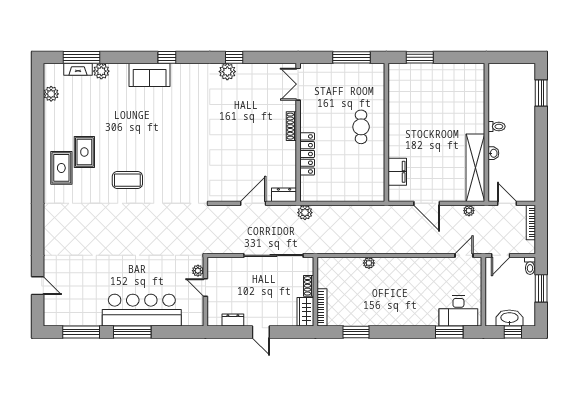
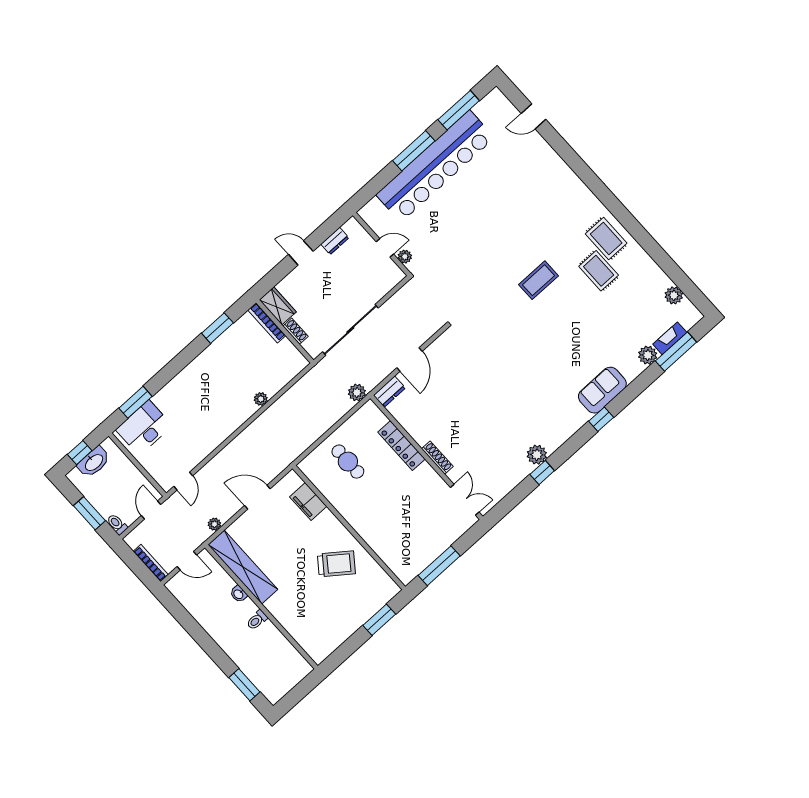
trolley: (415, 117) -> (336, 564), added
cafe table: (361, 127) -> (348, 462), moved
bar counter: (142, 310) -> (435, 166), width x1.36

